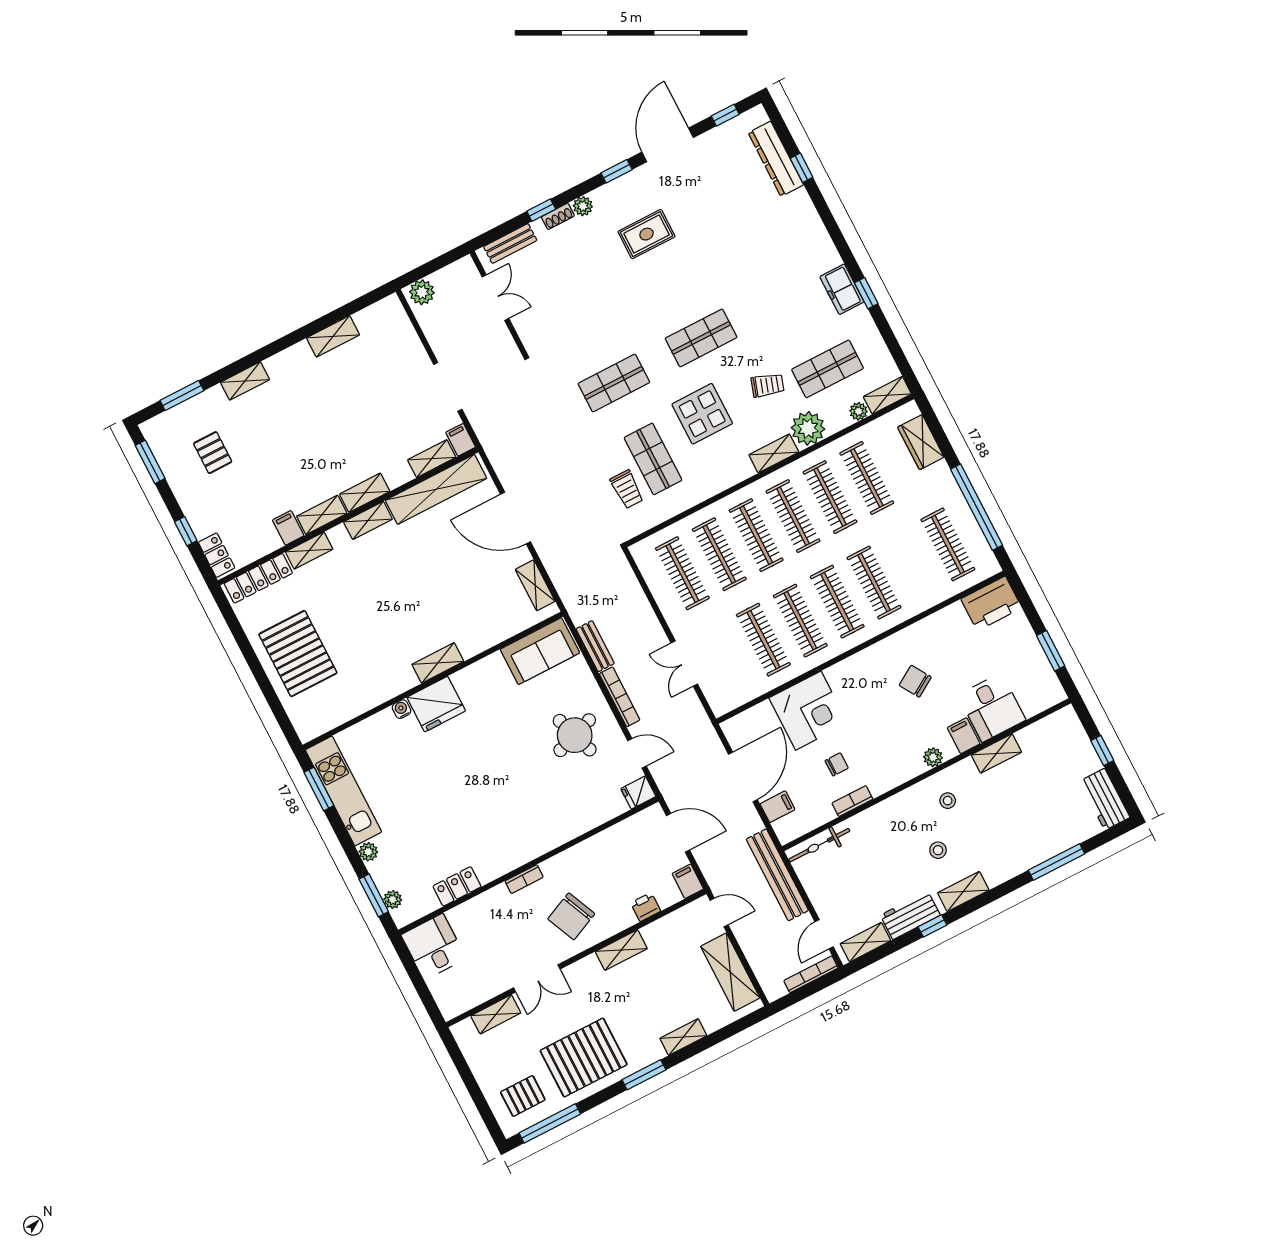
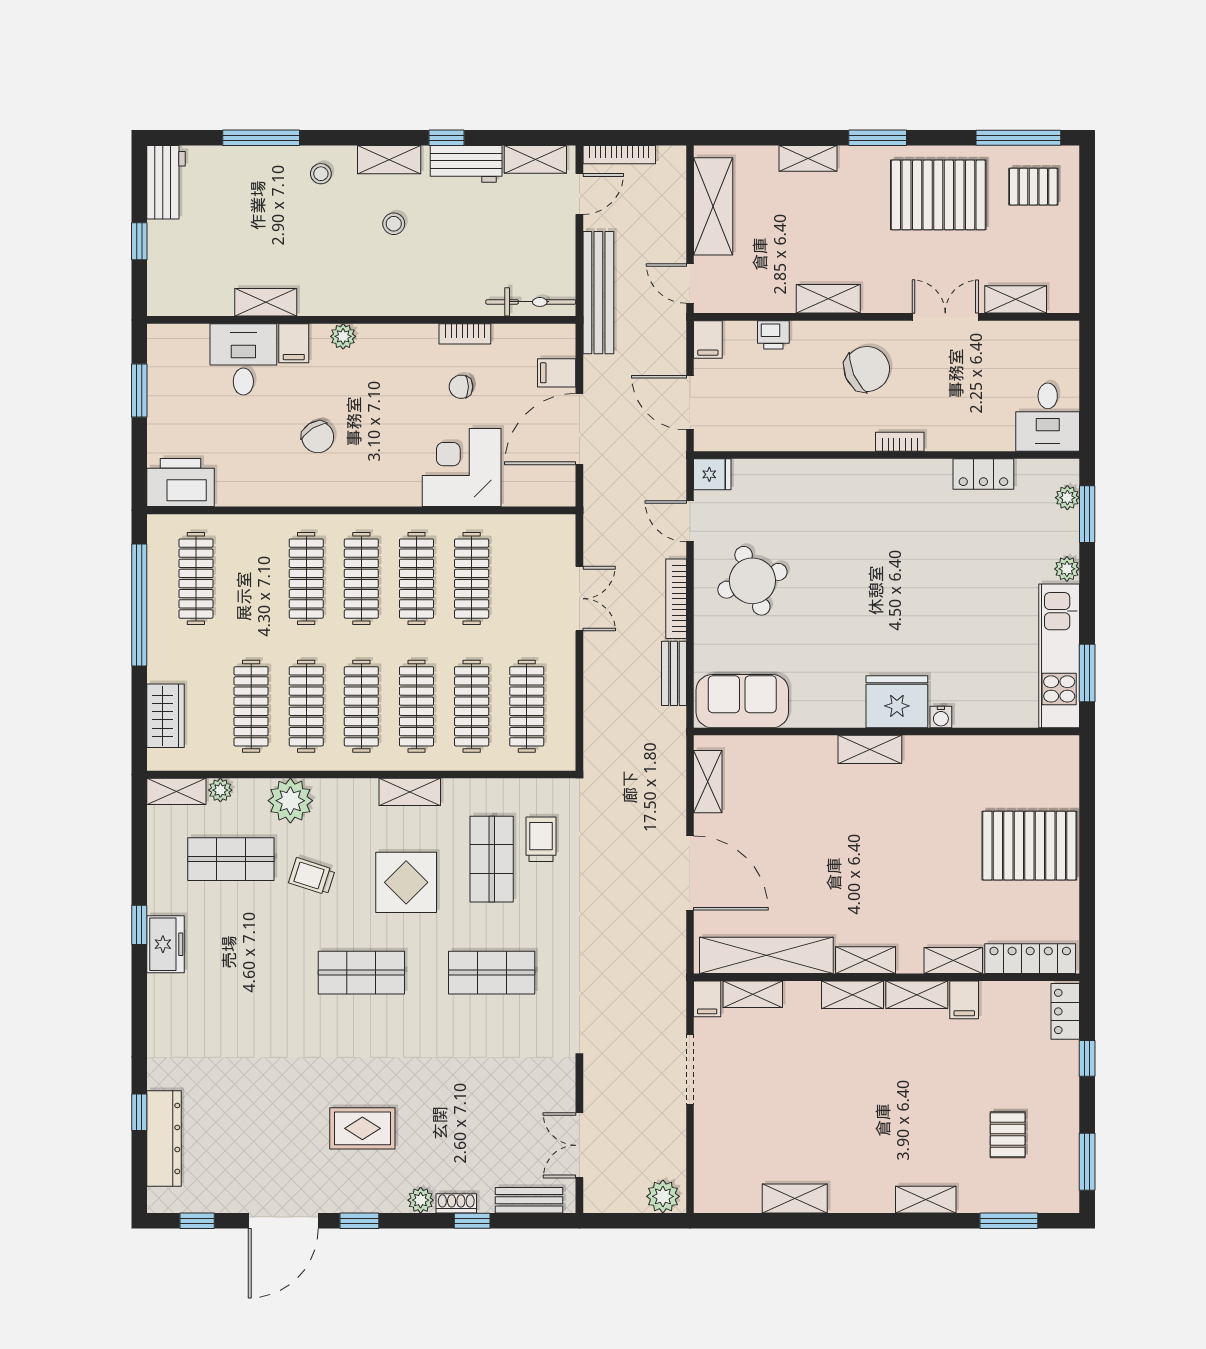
shelving: (774, 453) -> (410, 792), moved
pallet: (298, 654) -> (1029, 846), turned 90
stool: (948, 801) -> (321, 174), moved

